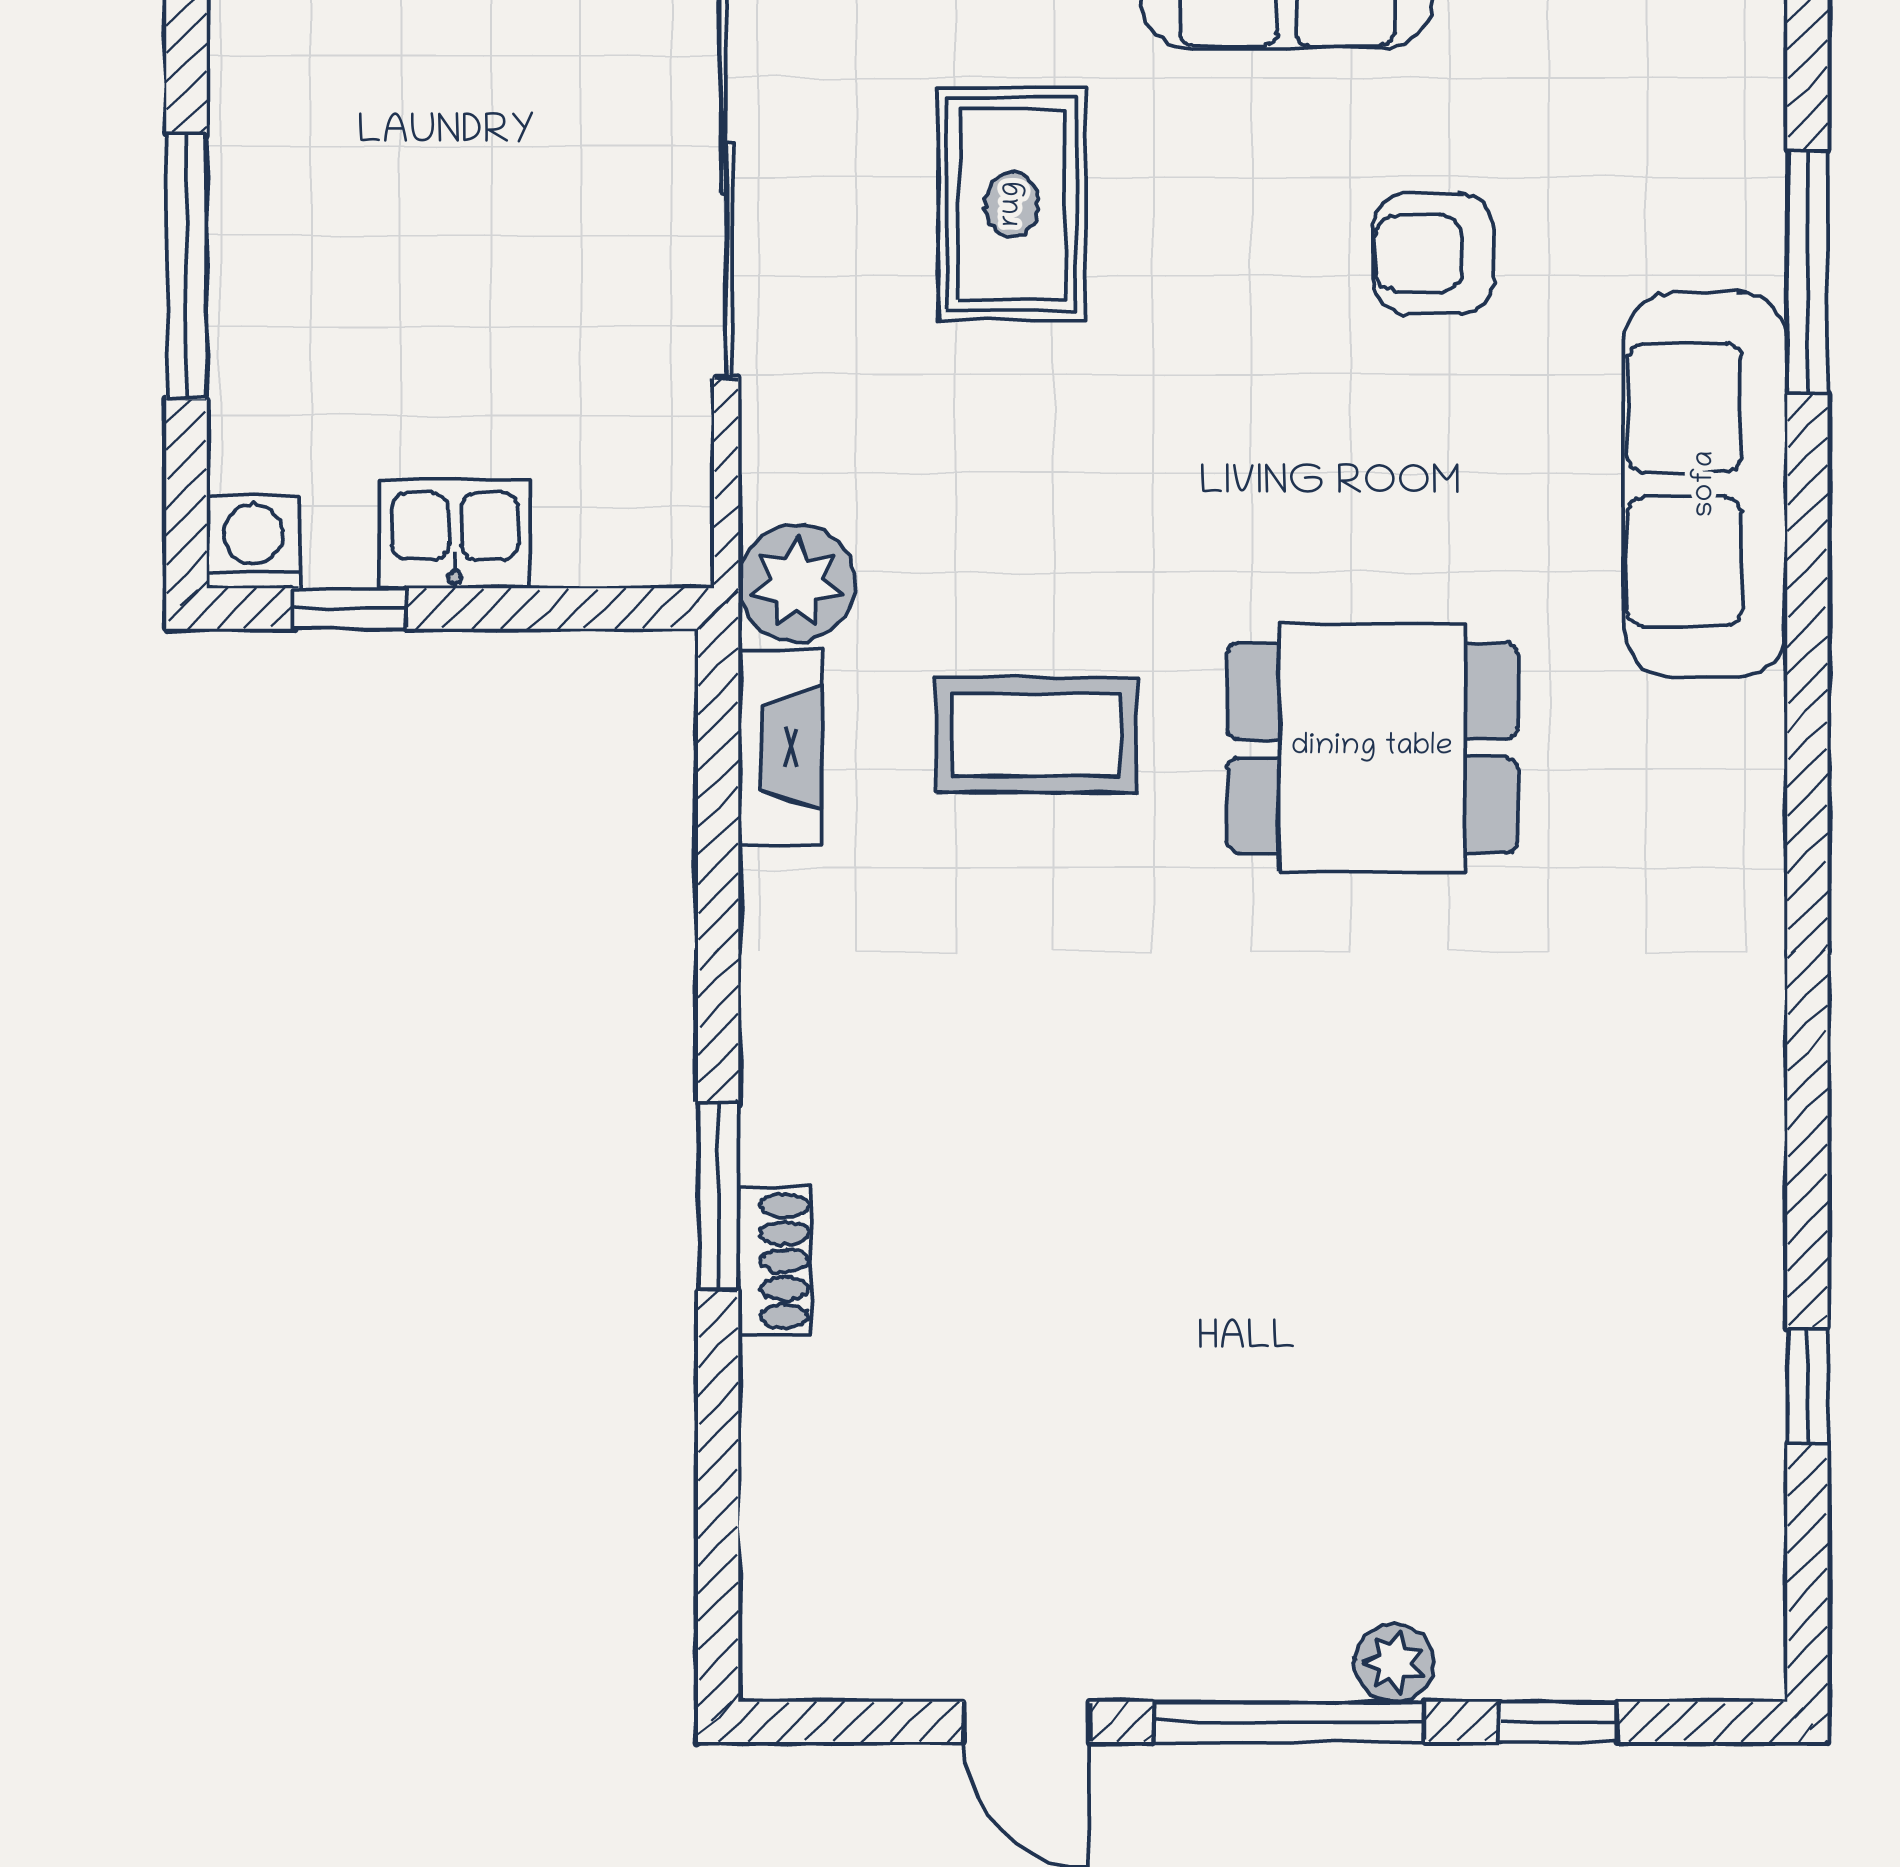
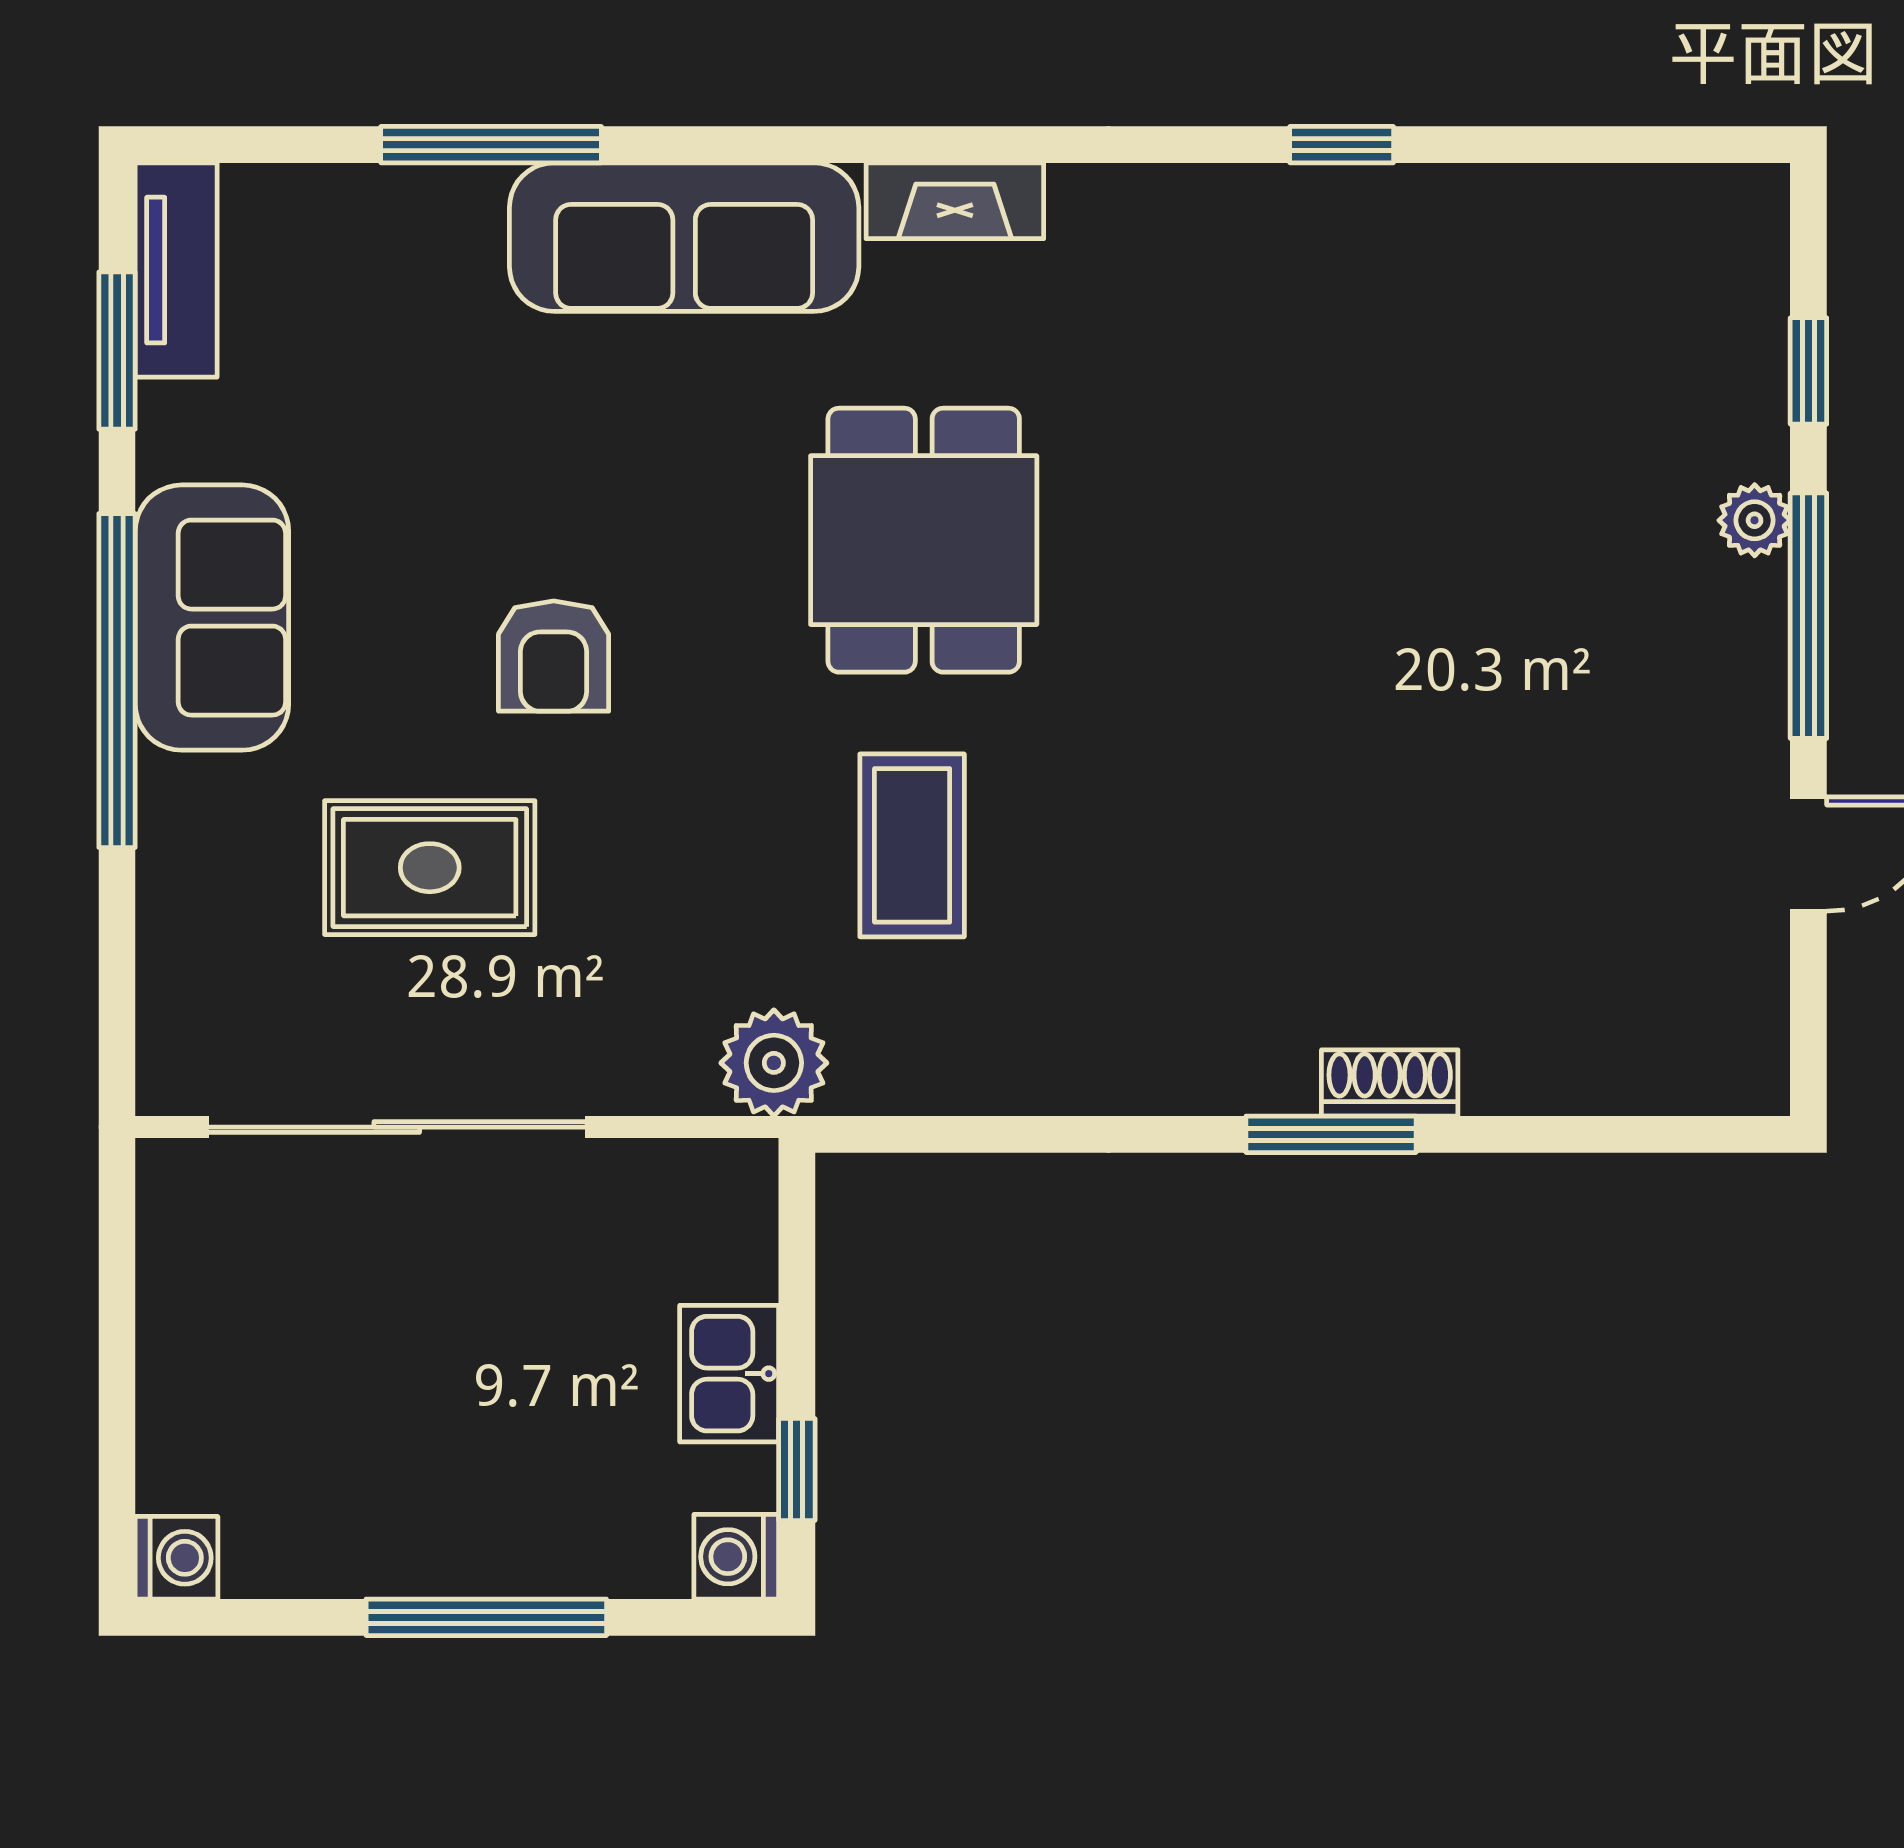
armchair: (1433, 253) -> (554, 656), moved
fireplace: (780, 748) -> (955, 201), moved, turned 180
window: (1807, 1386) -> (1342, 145), moved

